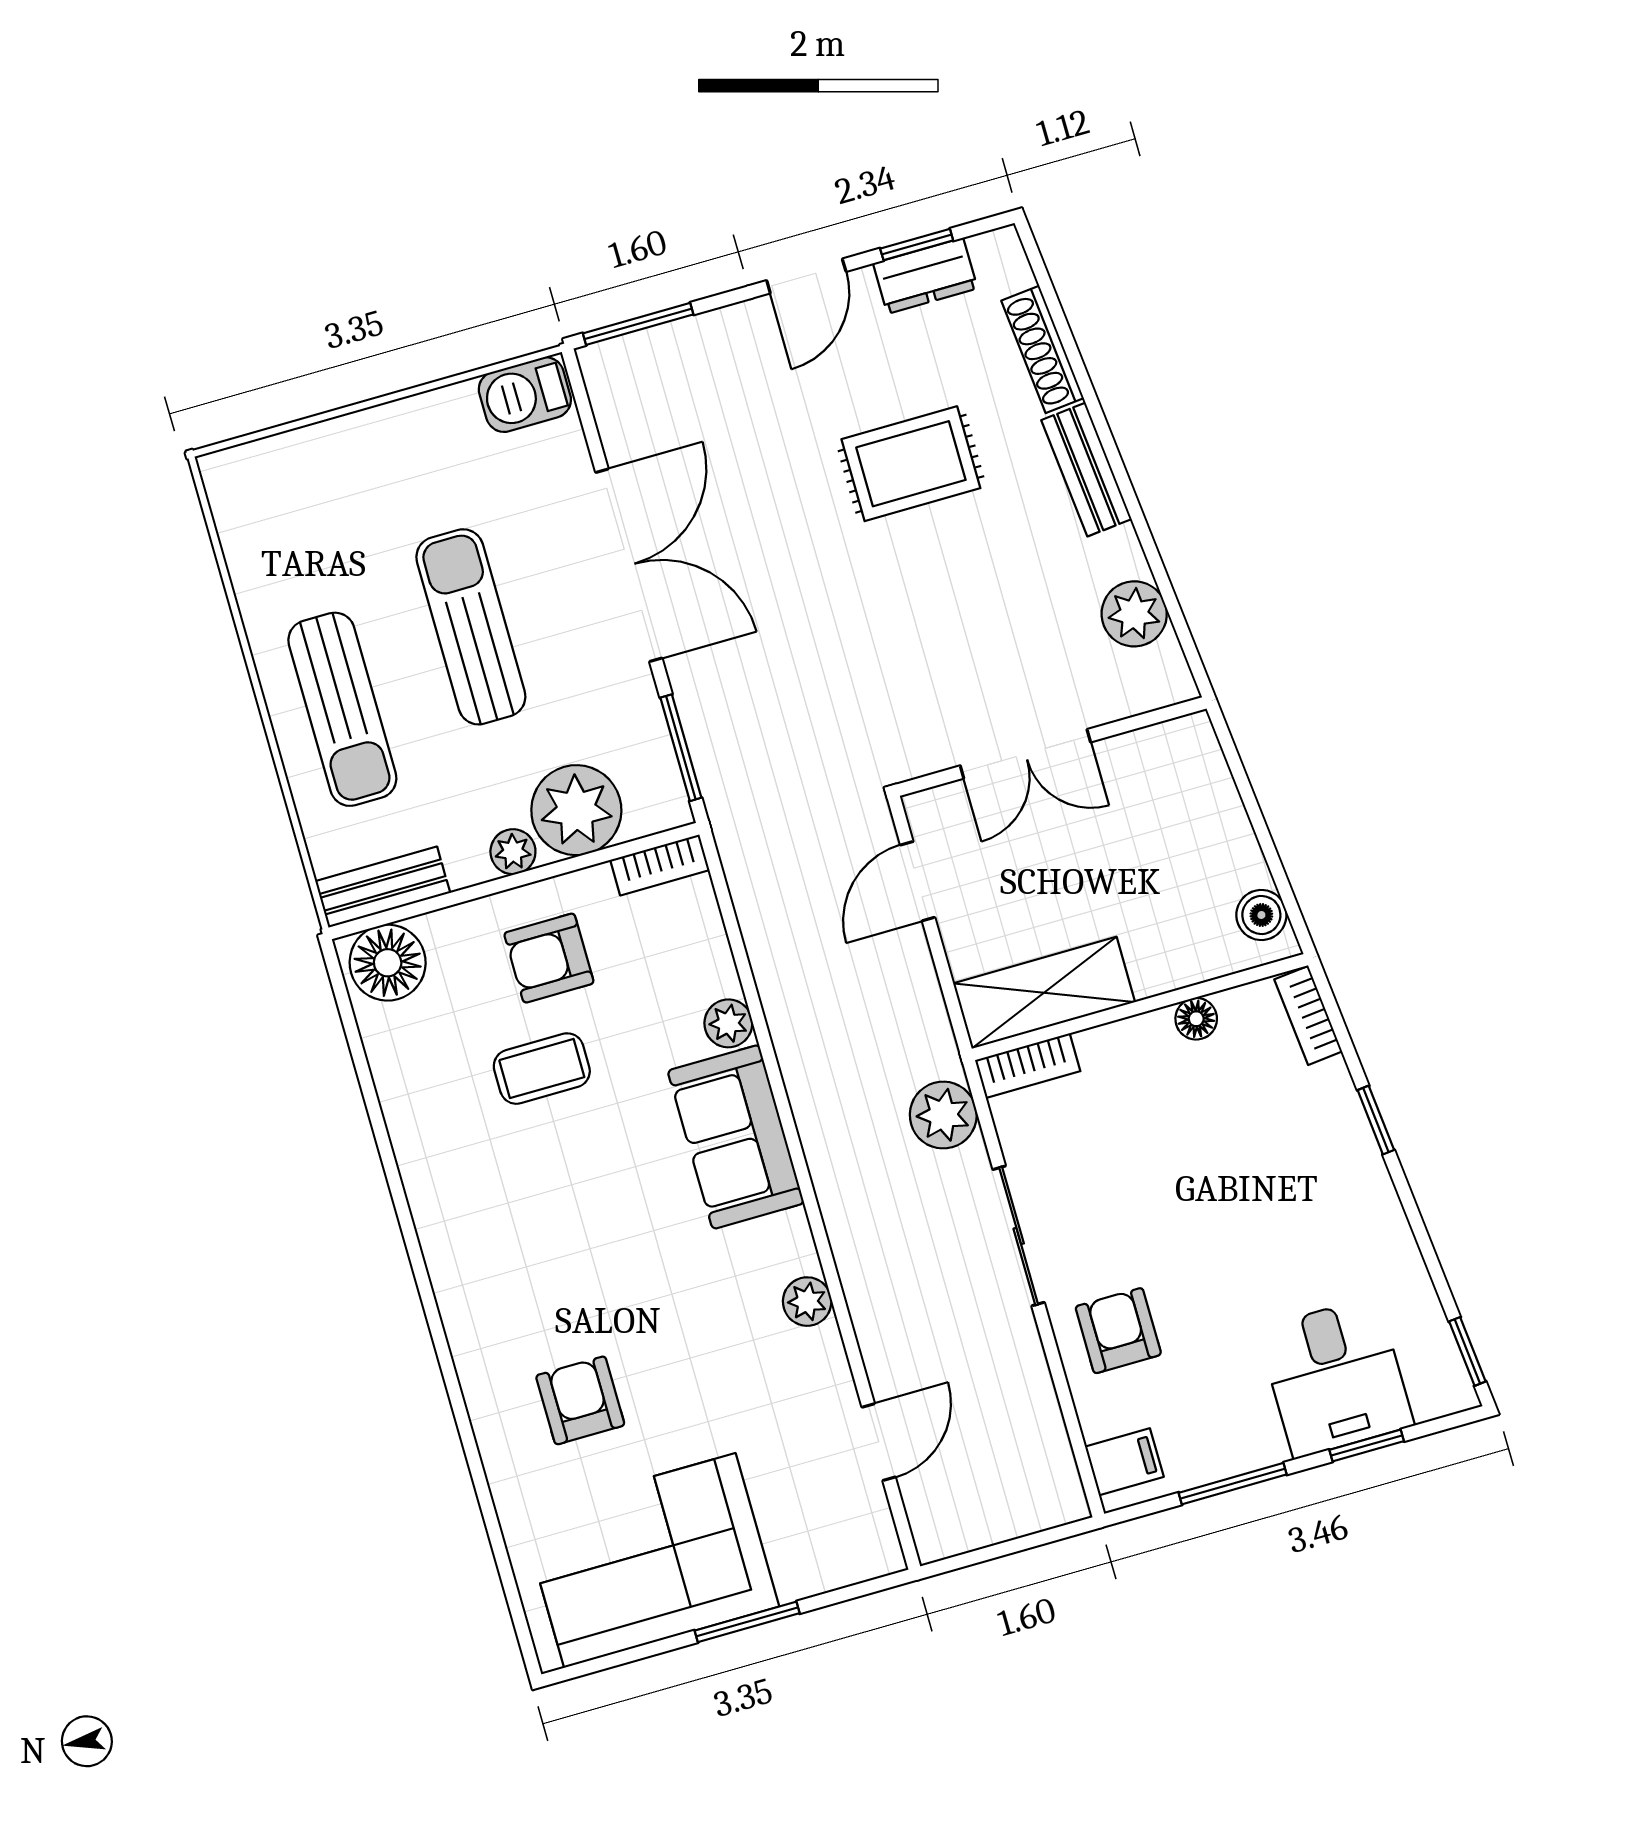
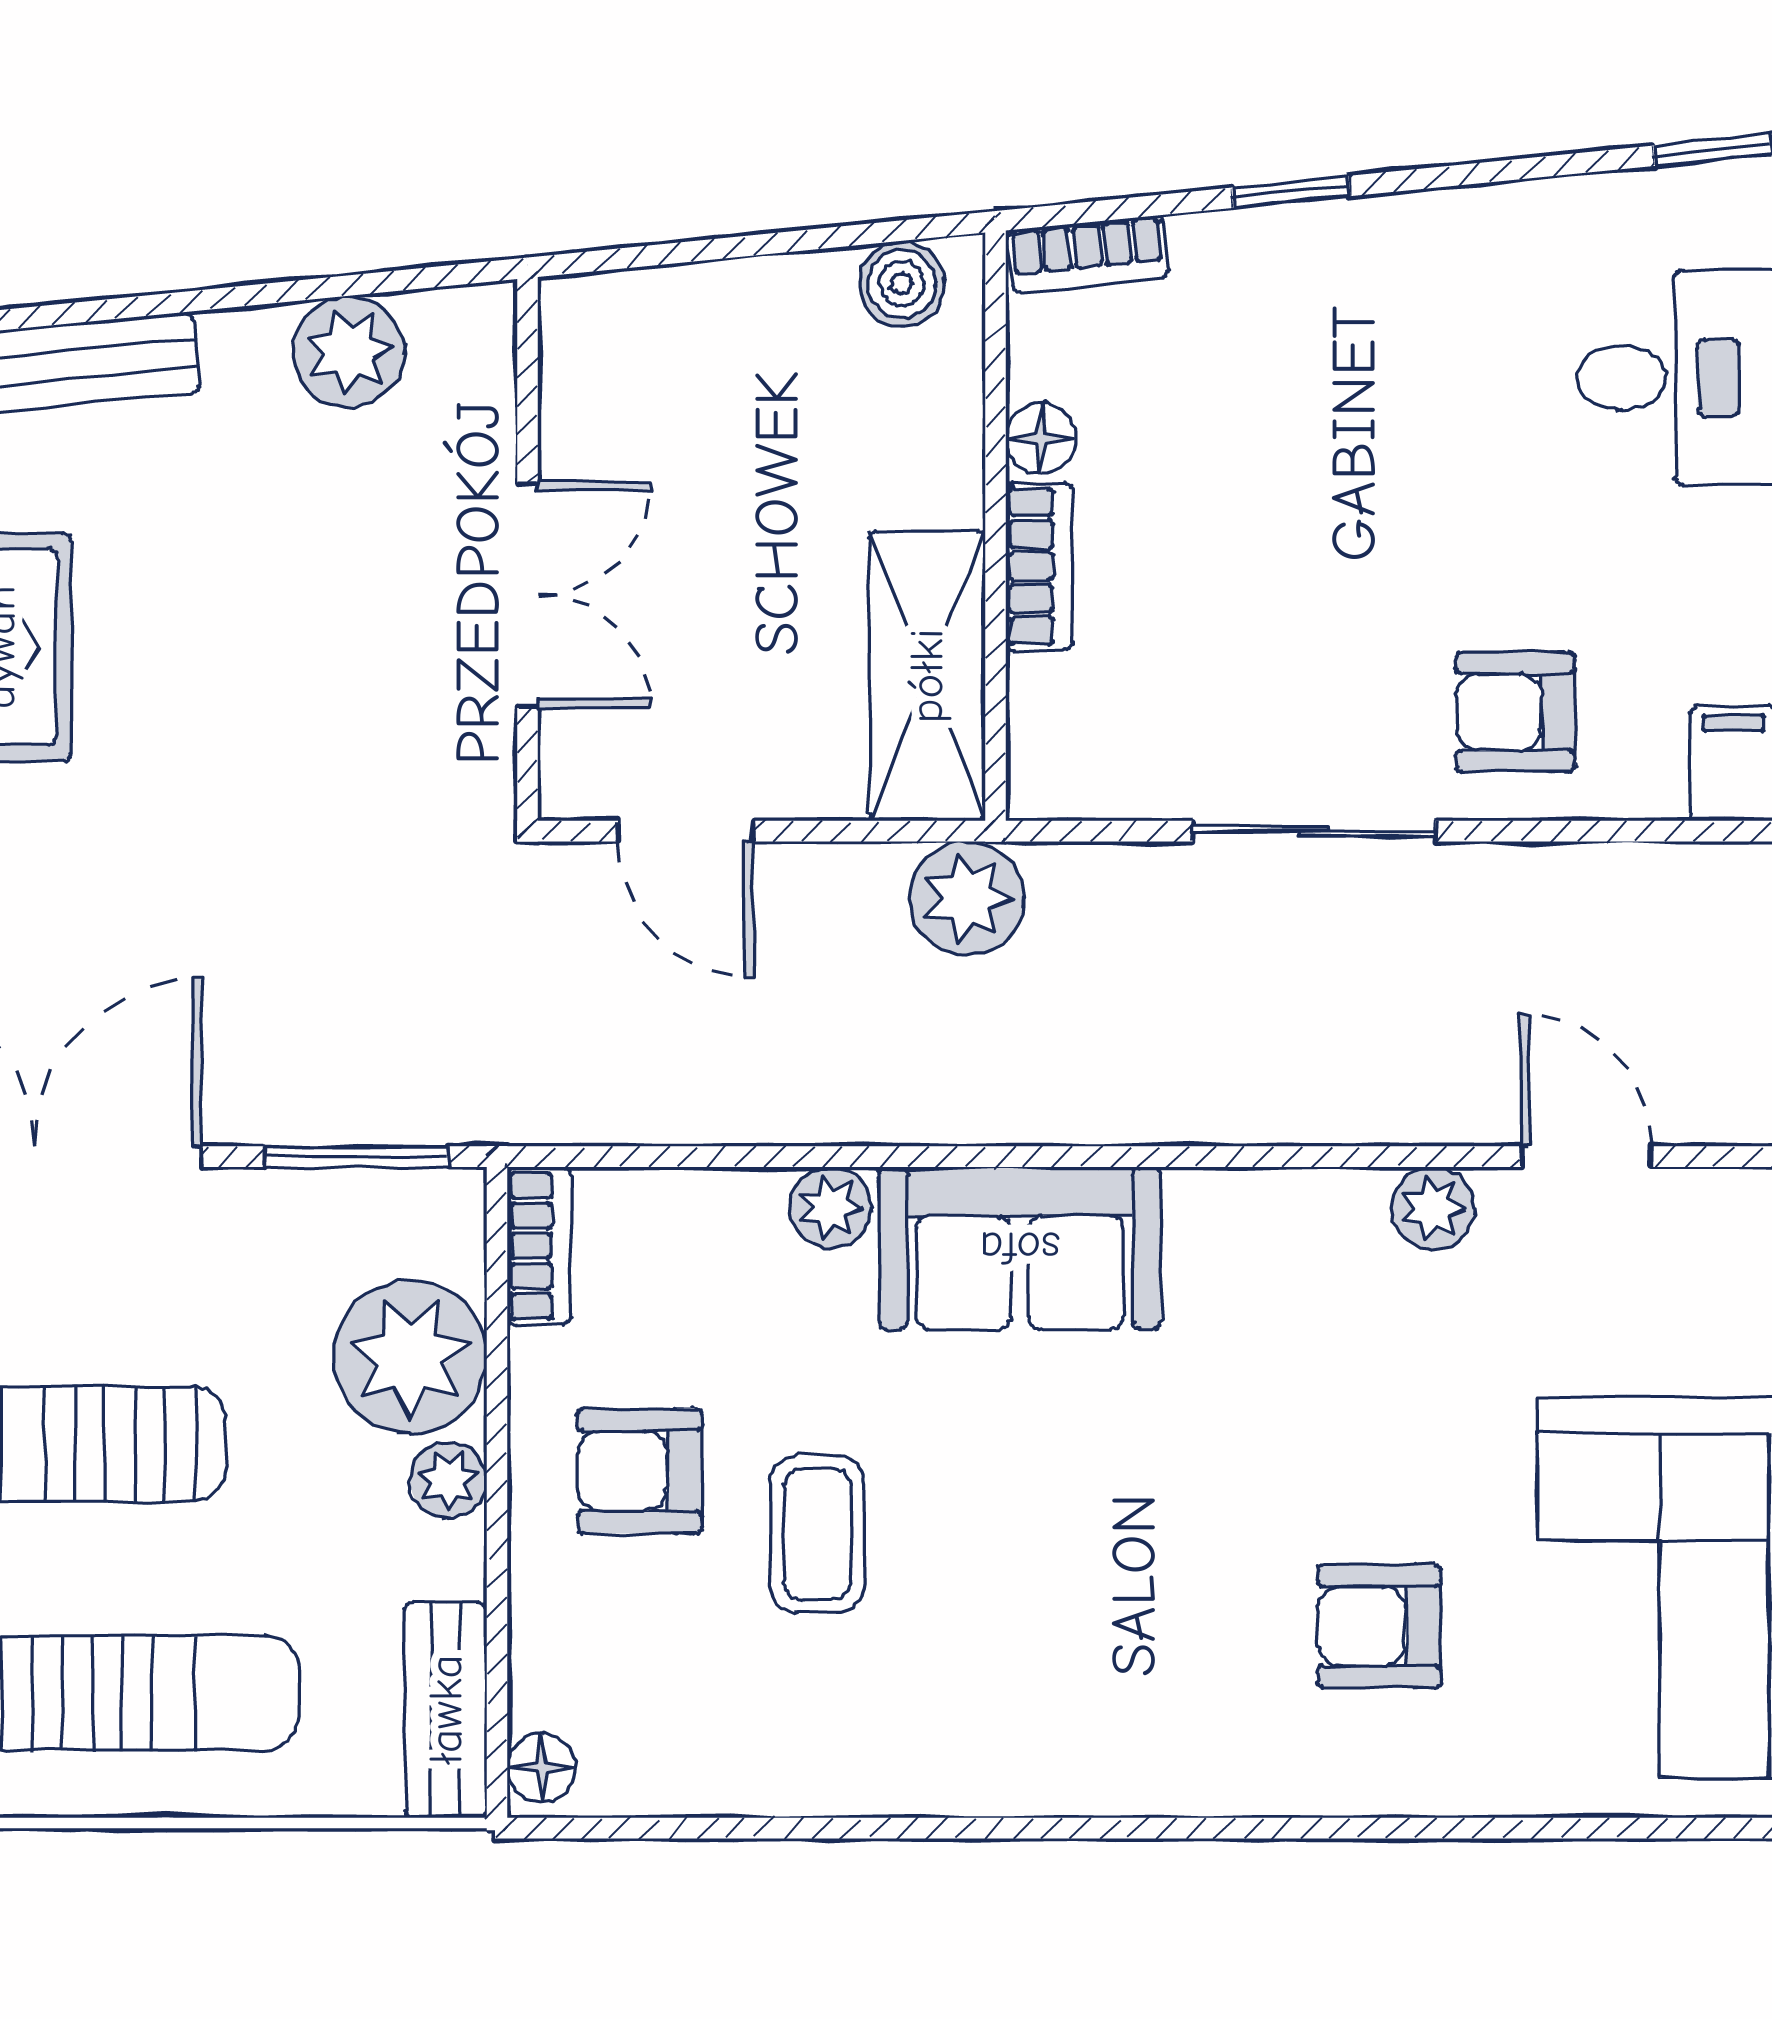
armchair: (549, 958) -> (640, 1471), turned 90
floor lamp: (388, 963) -> (542, 1768), width x0.53, depth x0.53
bookcase: (1028, 1066) -> (1039, 566), moved
plant: (943, 1115) -> (967, 898), moved
plant: (807, 1302) -> (1433, 1208), moved

